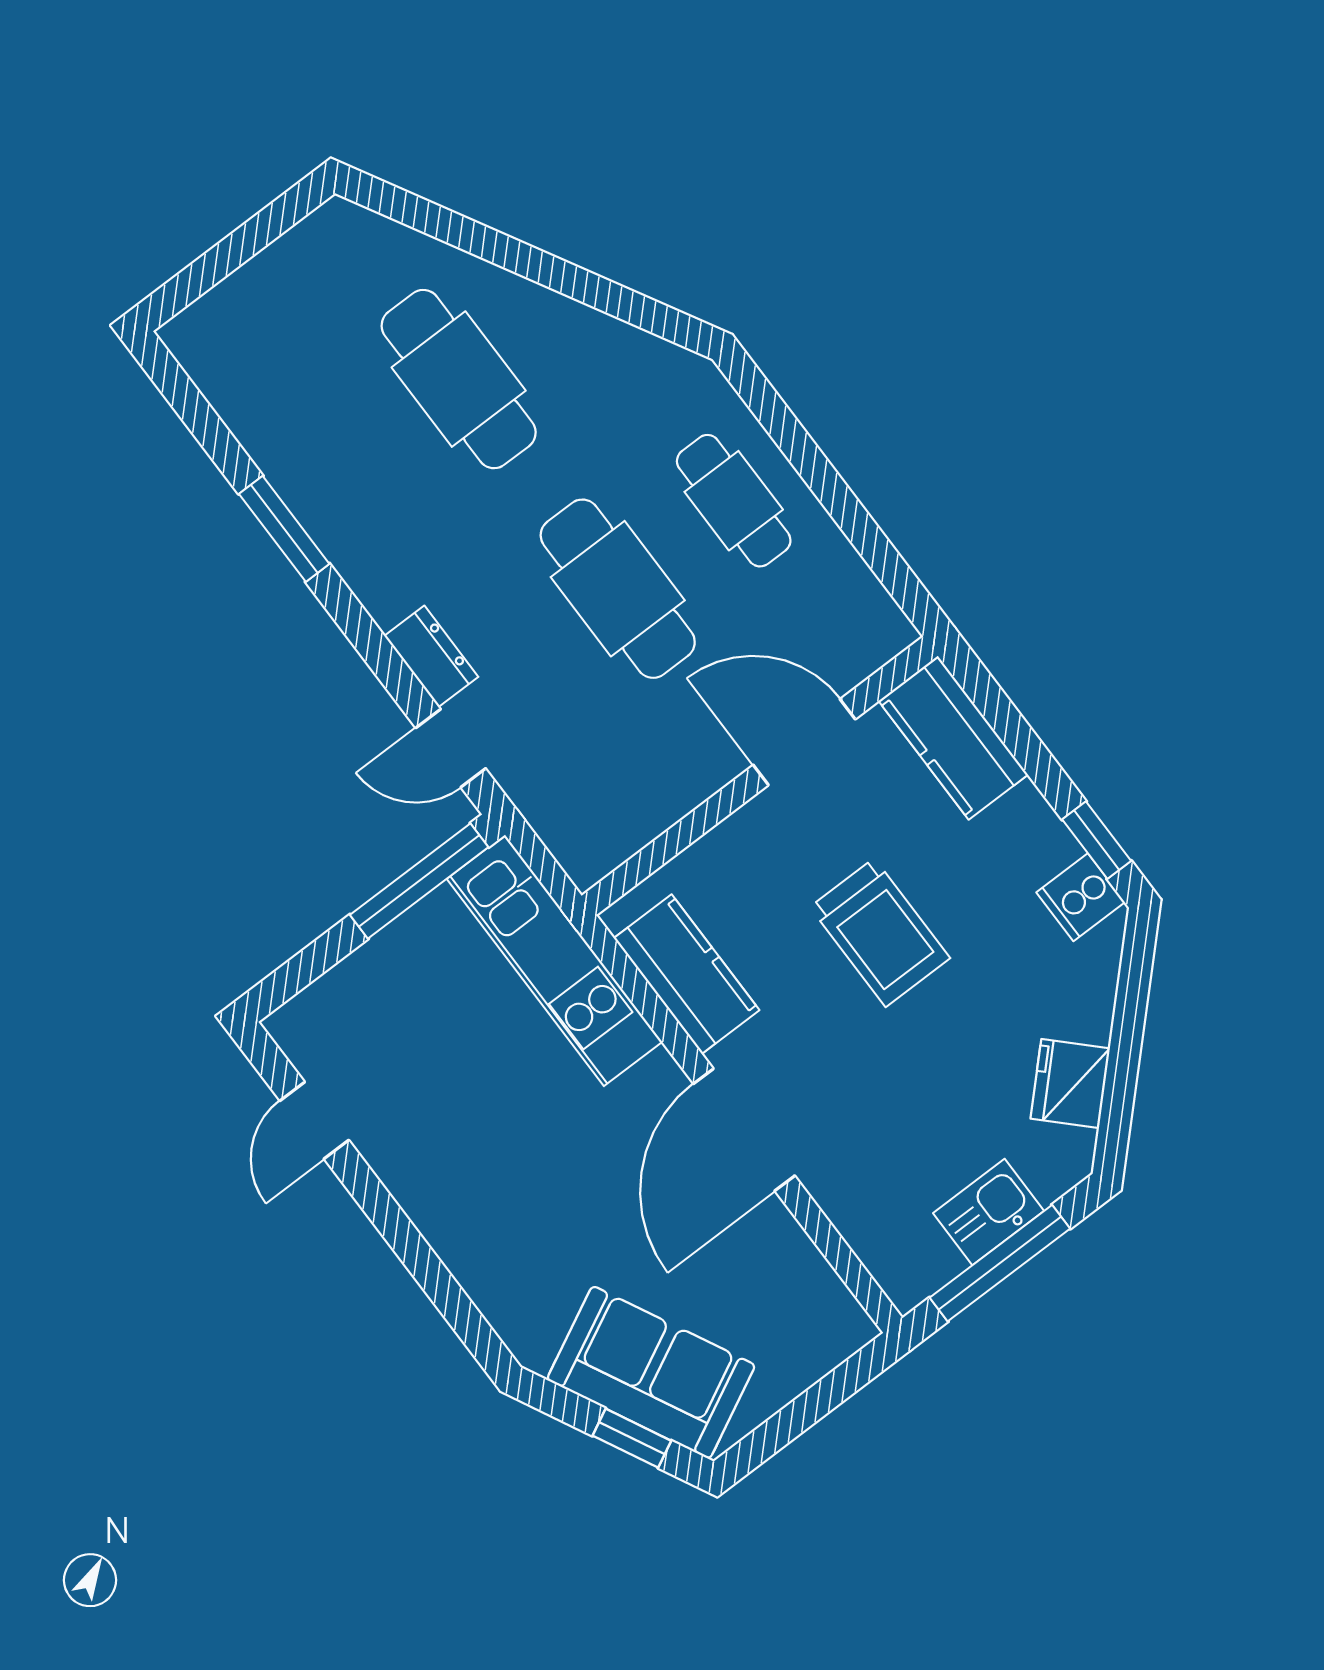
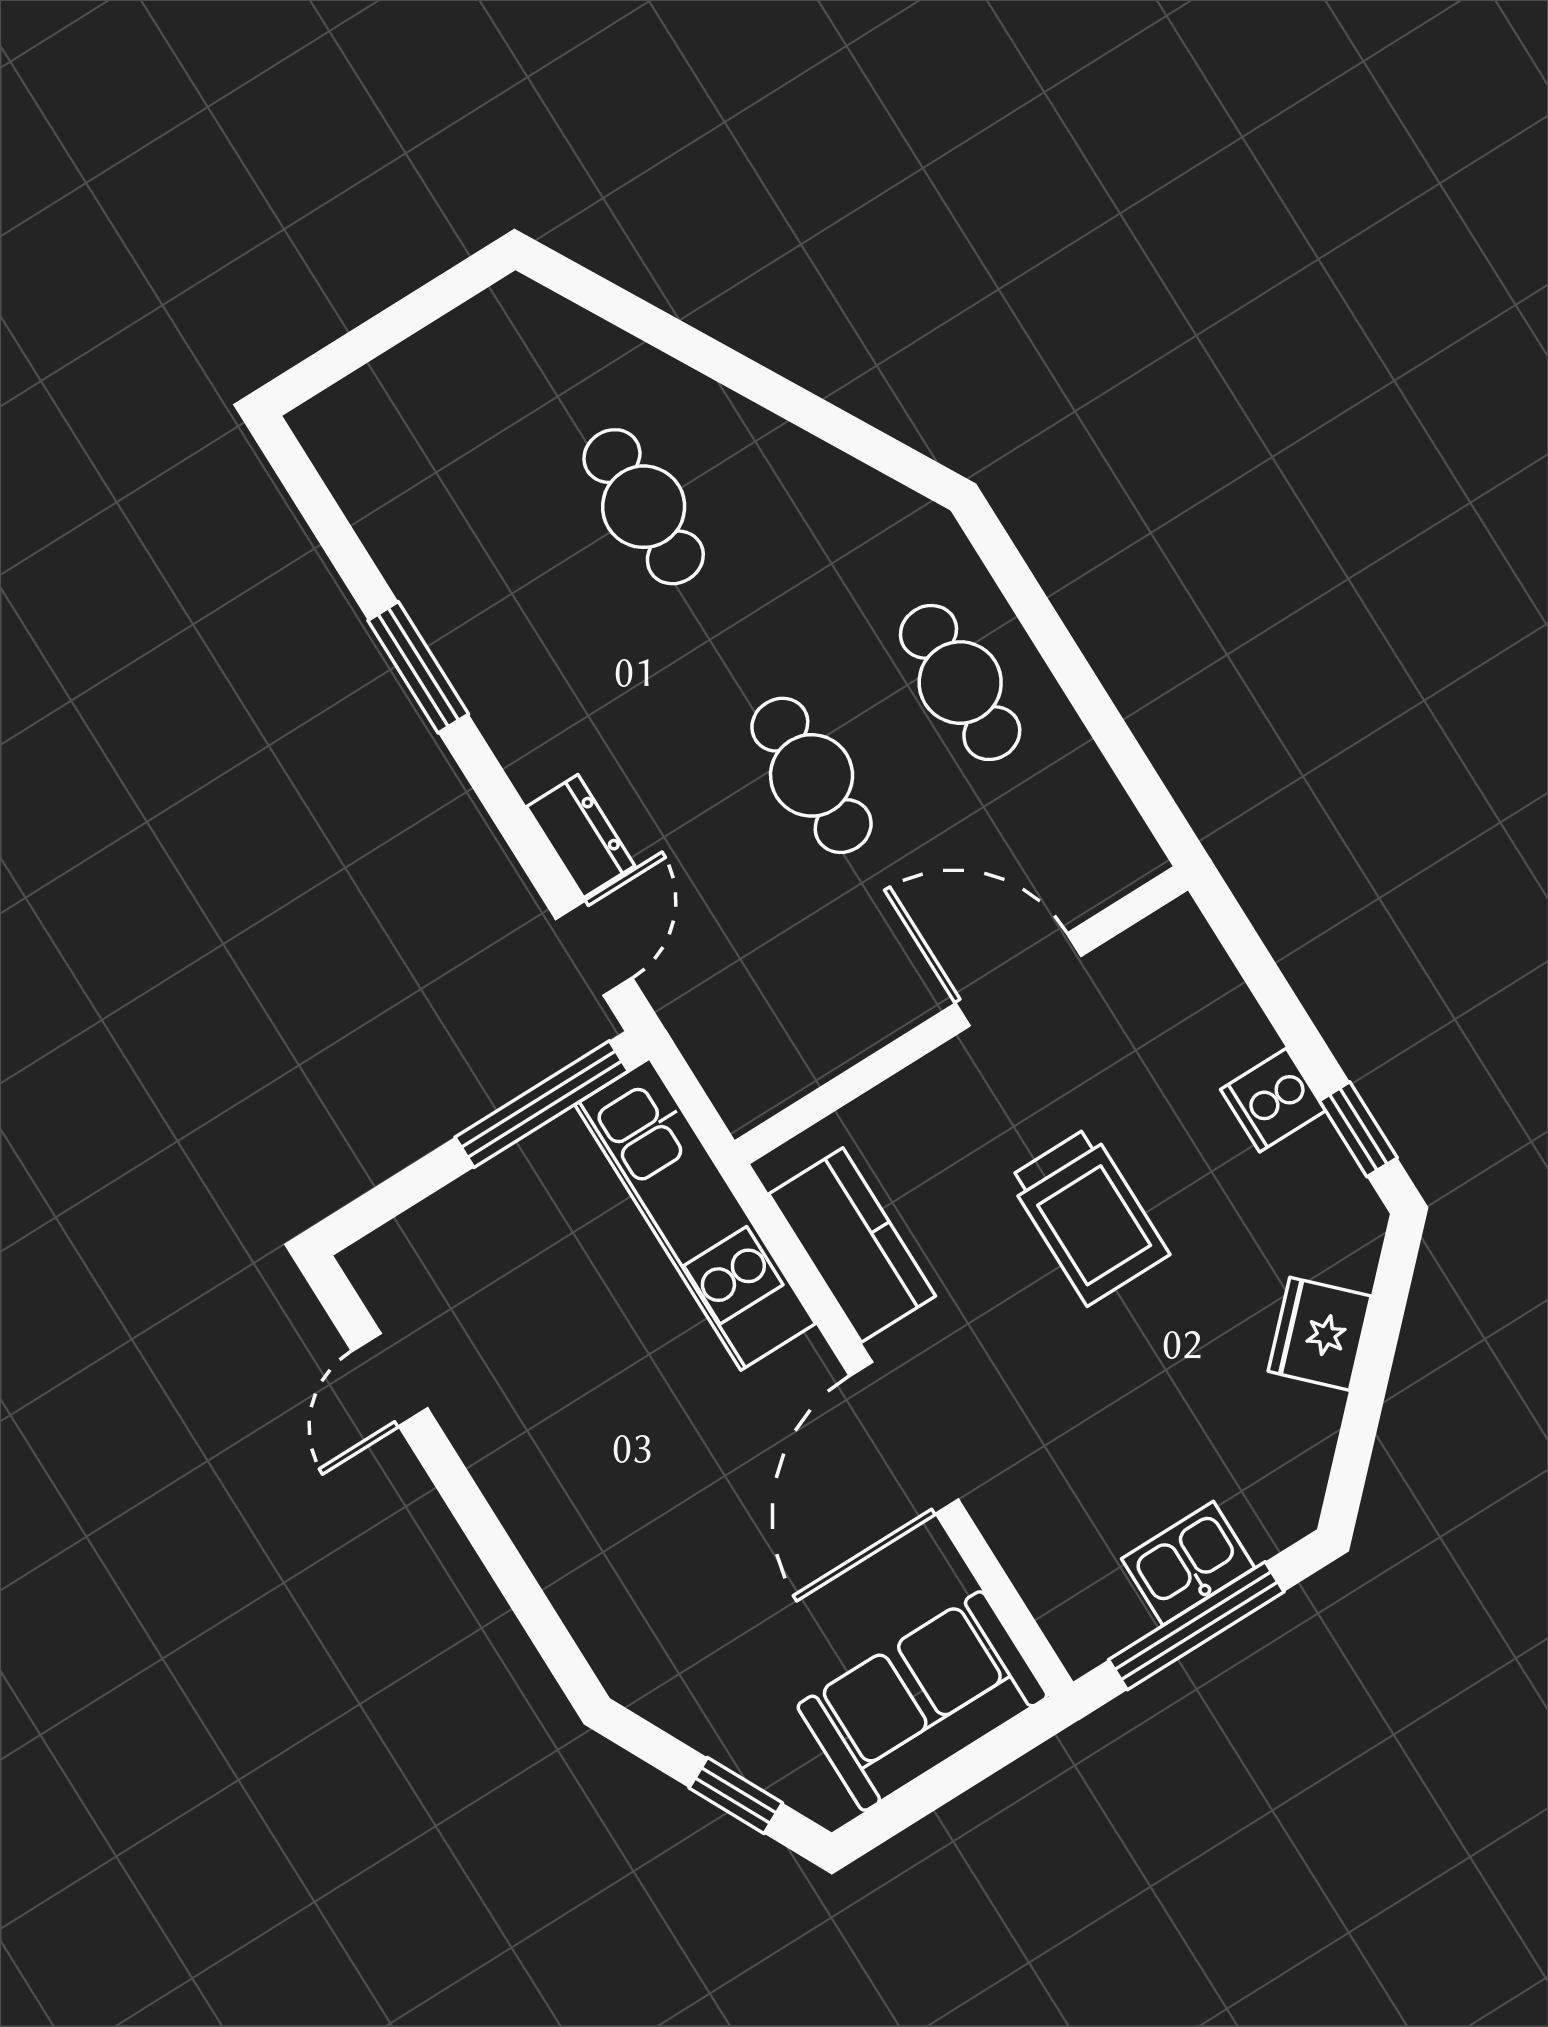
cafe table: (459, 379) -> (644, 507), width x0.73, depth x0.74
cafe table: (618, 589) -> (812, 775), width x0.73, depth x0.74
kitchen counter: (953, 738) -> (1198, 991), removed
door: (451, 748) -> (594, 948), swing flipped
cooker: (1081, 897) -> (1273, 1100), moved
fridge: (1070, 1084) -> (1320, 1334), moved
sofa: (651, 1372) -> (922, 1701), moved, turned -63

